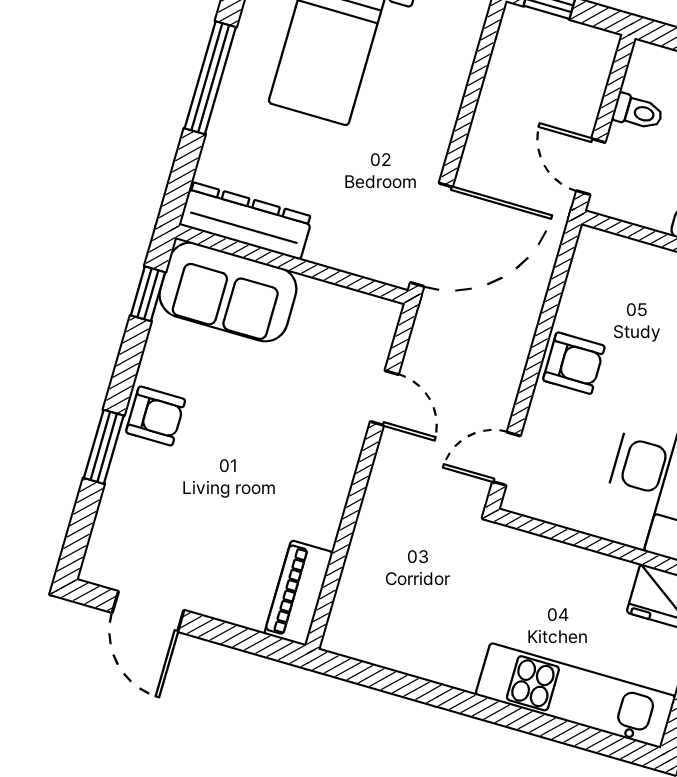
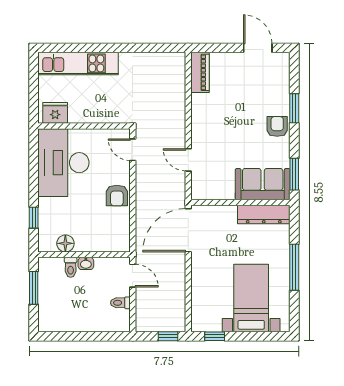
window: (148, 294) -> (294, 174), width x1.50
armchair: (574, 363) -> (117, 196), turned -90
armchair: (156, 416) -> (277, 126), turned 90
door: (507, 459) -> (133, 150), swing flipped

